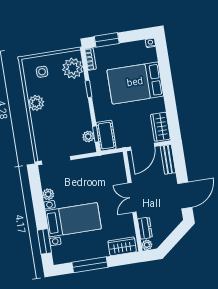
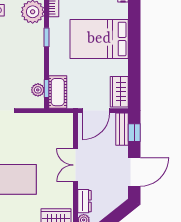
window: (179, 161) -> (134, 133), added

